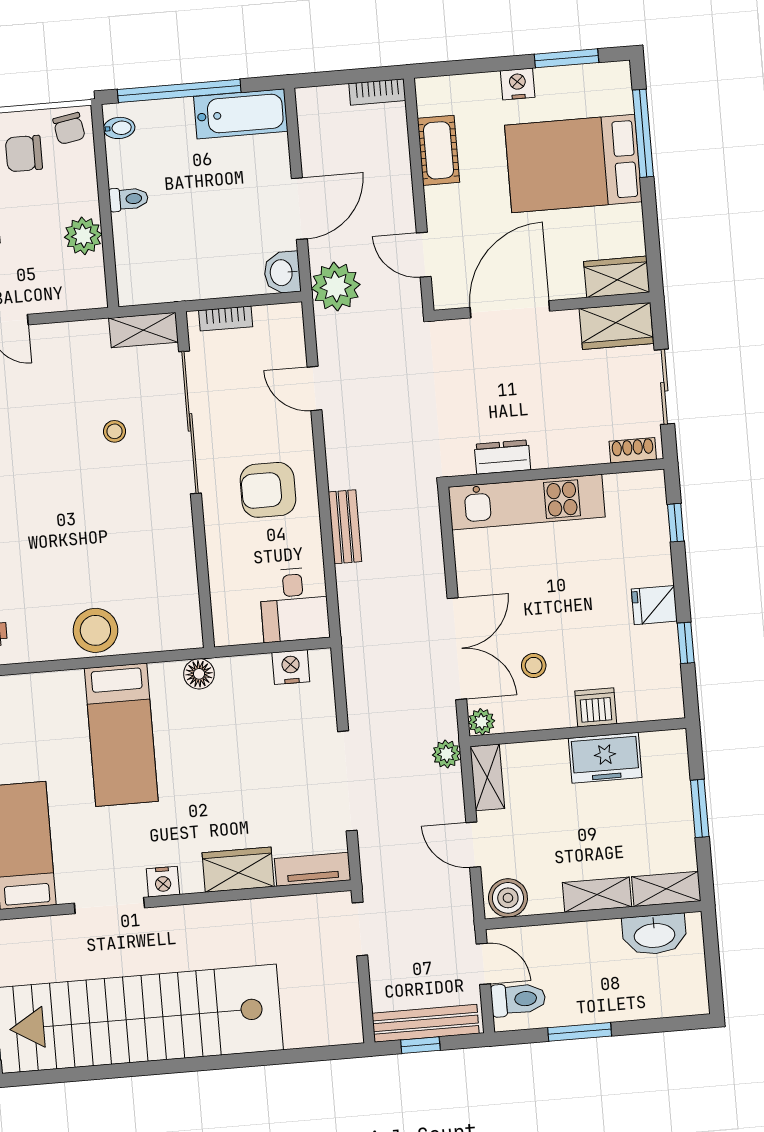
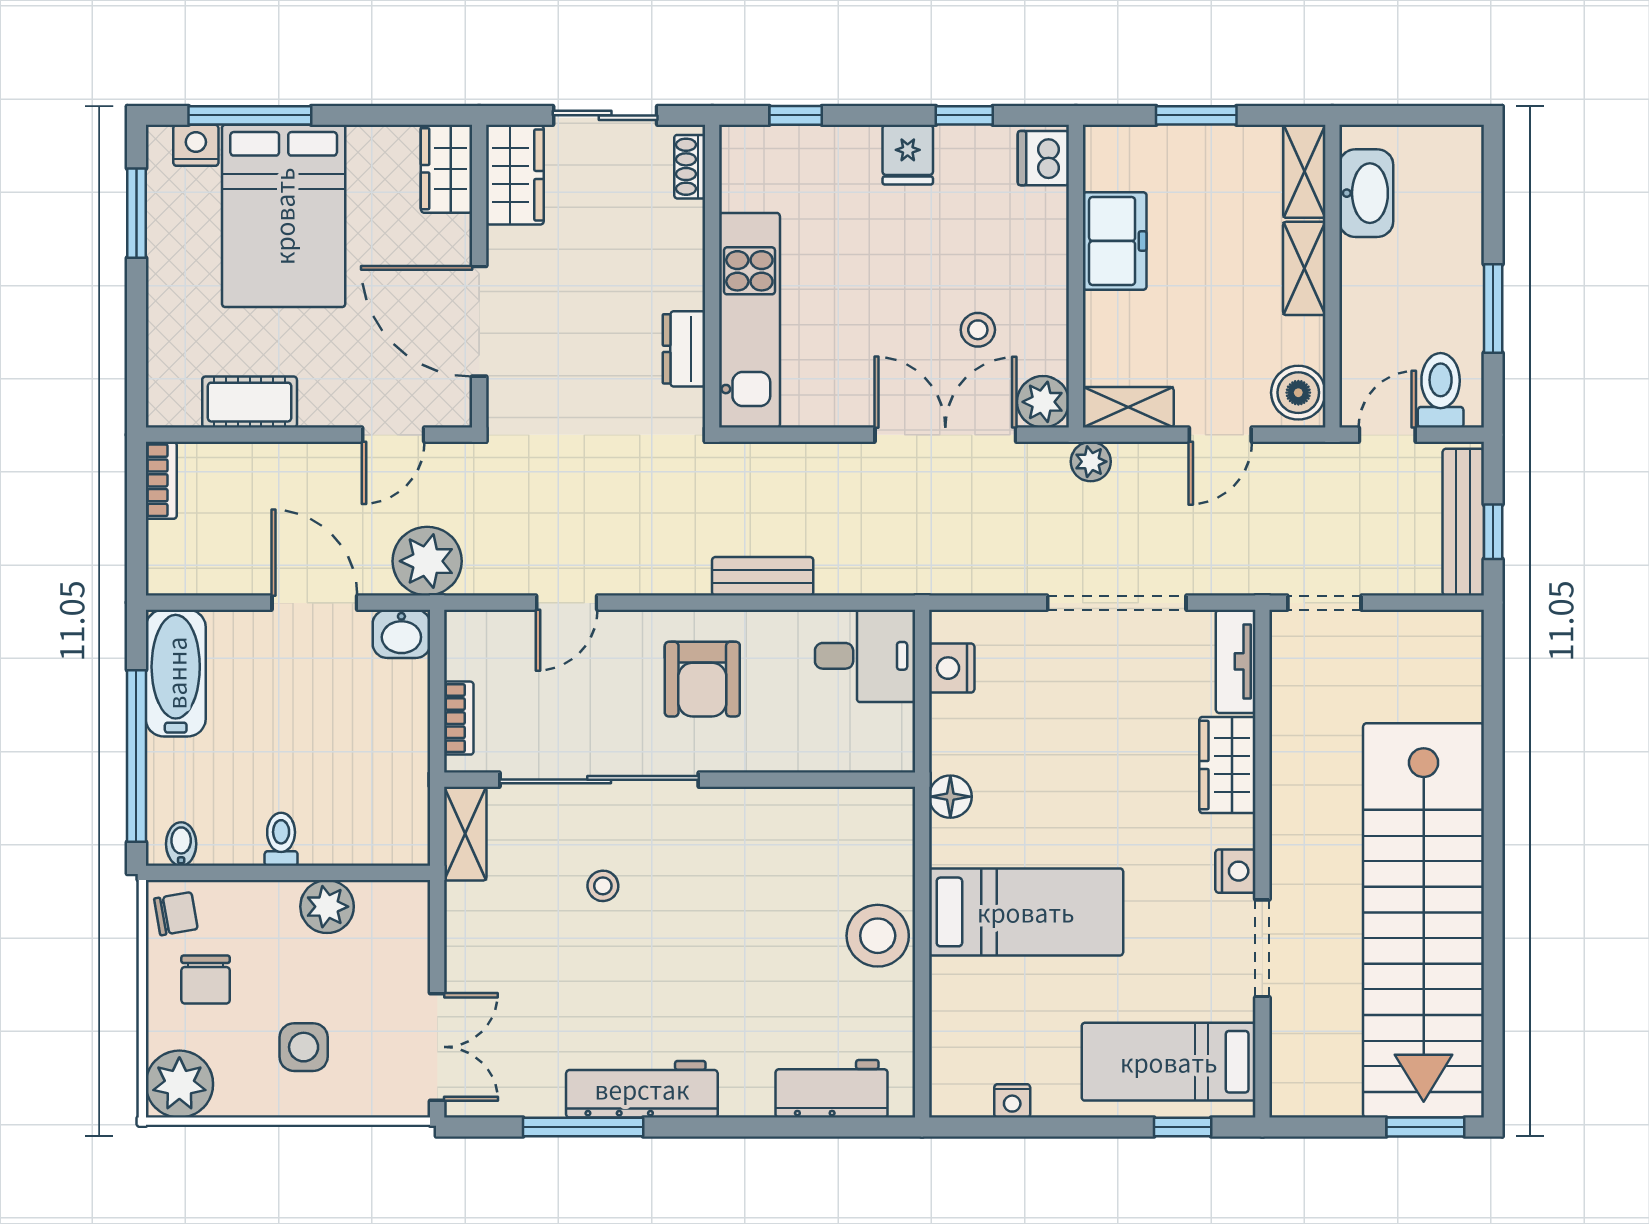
nightstand: (518, 84) -> (196, 145), moved, turned 90
dishwasher: (596, 707) -> (1043, 158), moved
plant: (482, 722) -> (1043, 402), width x1.38, depth x1.38

